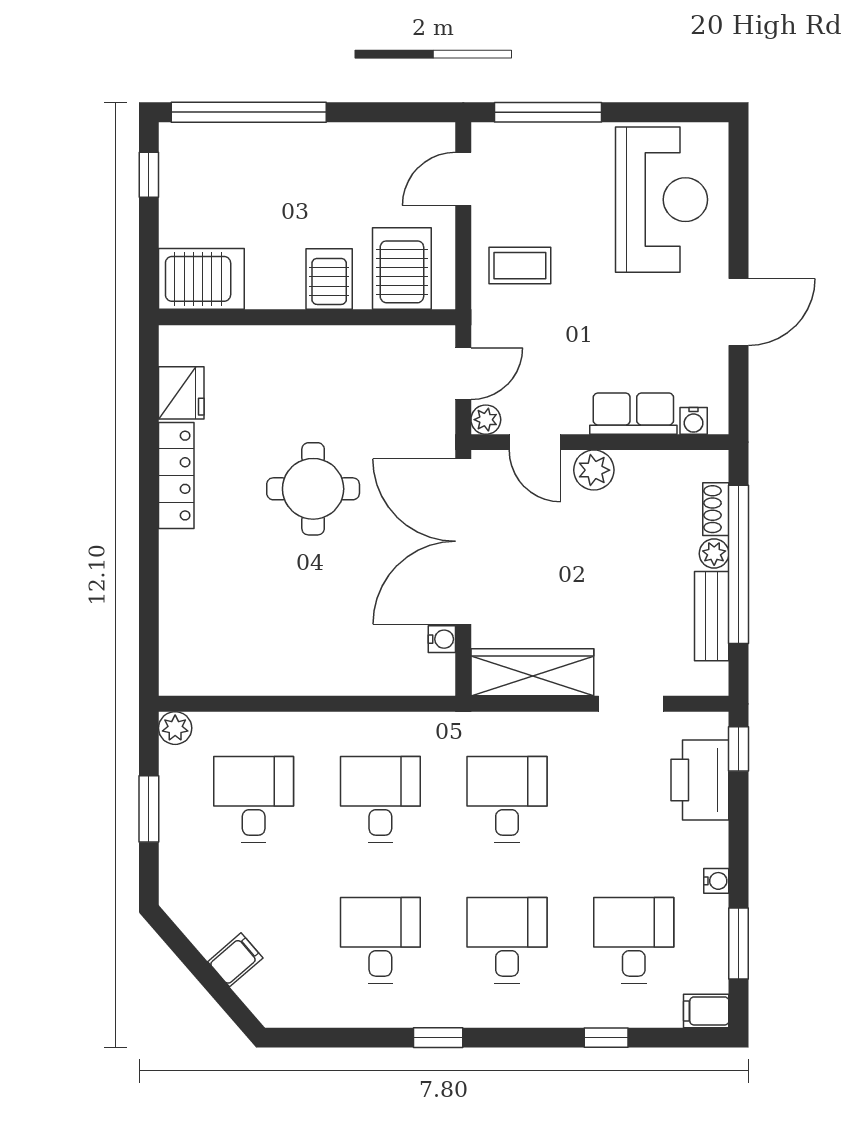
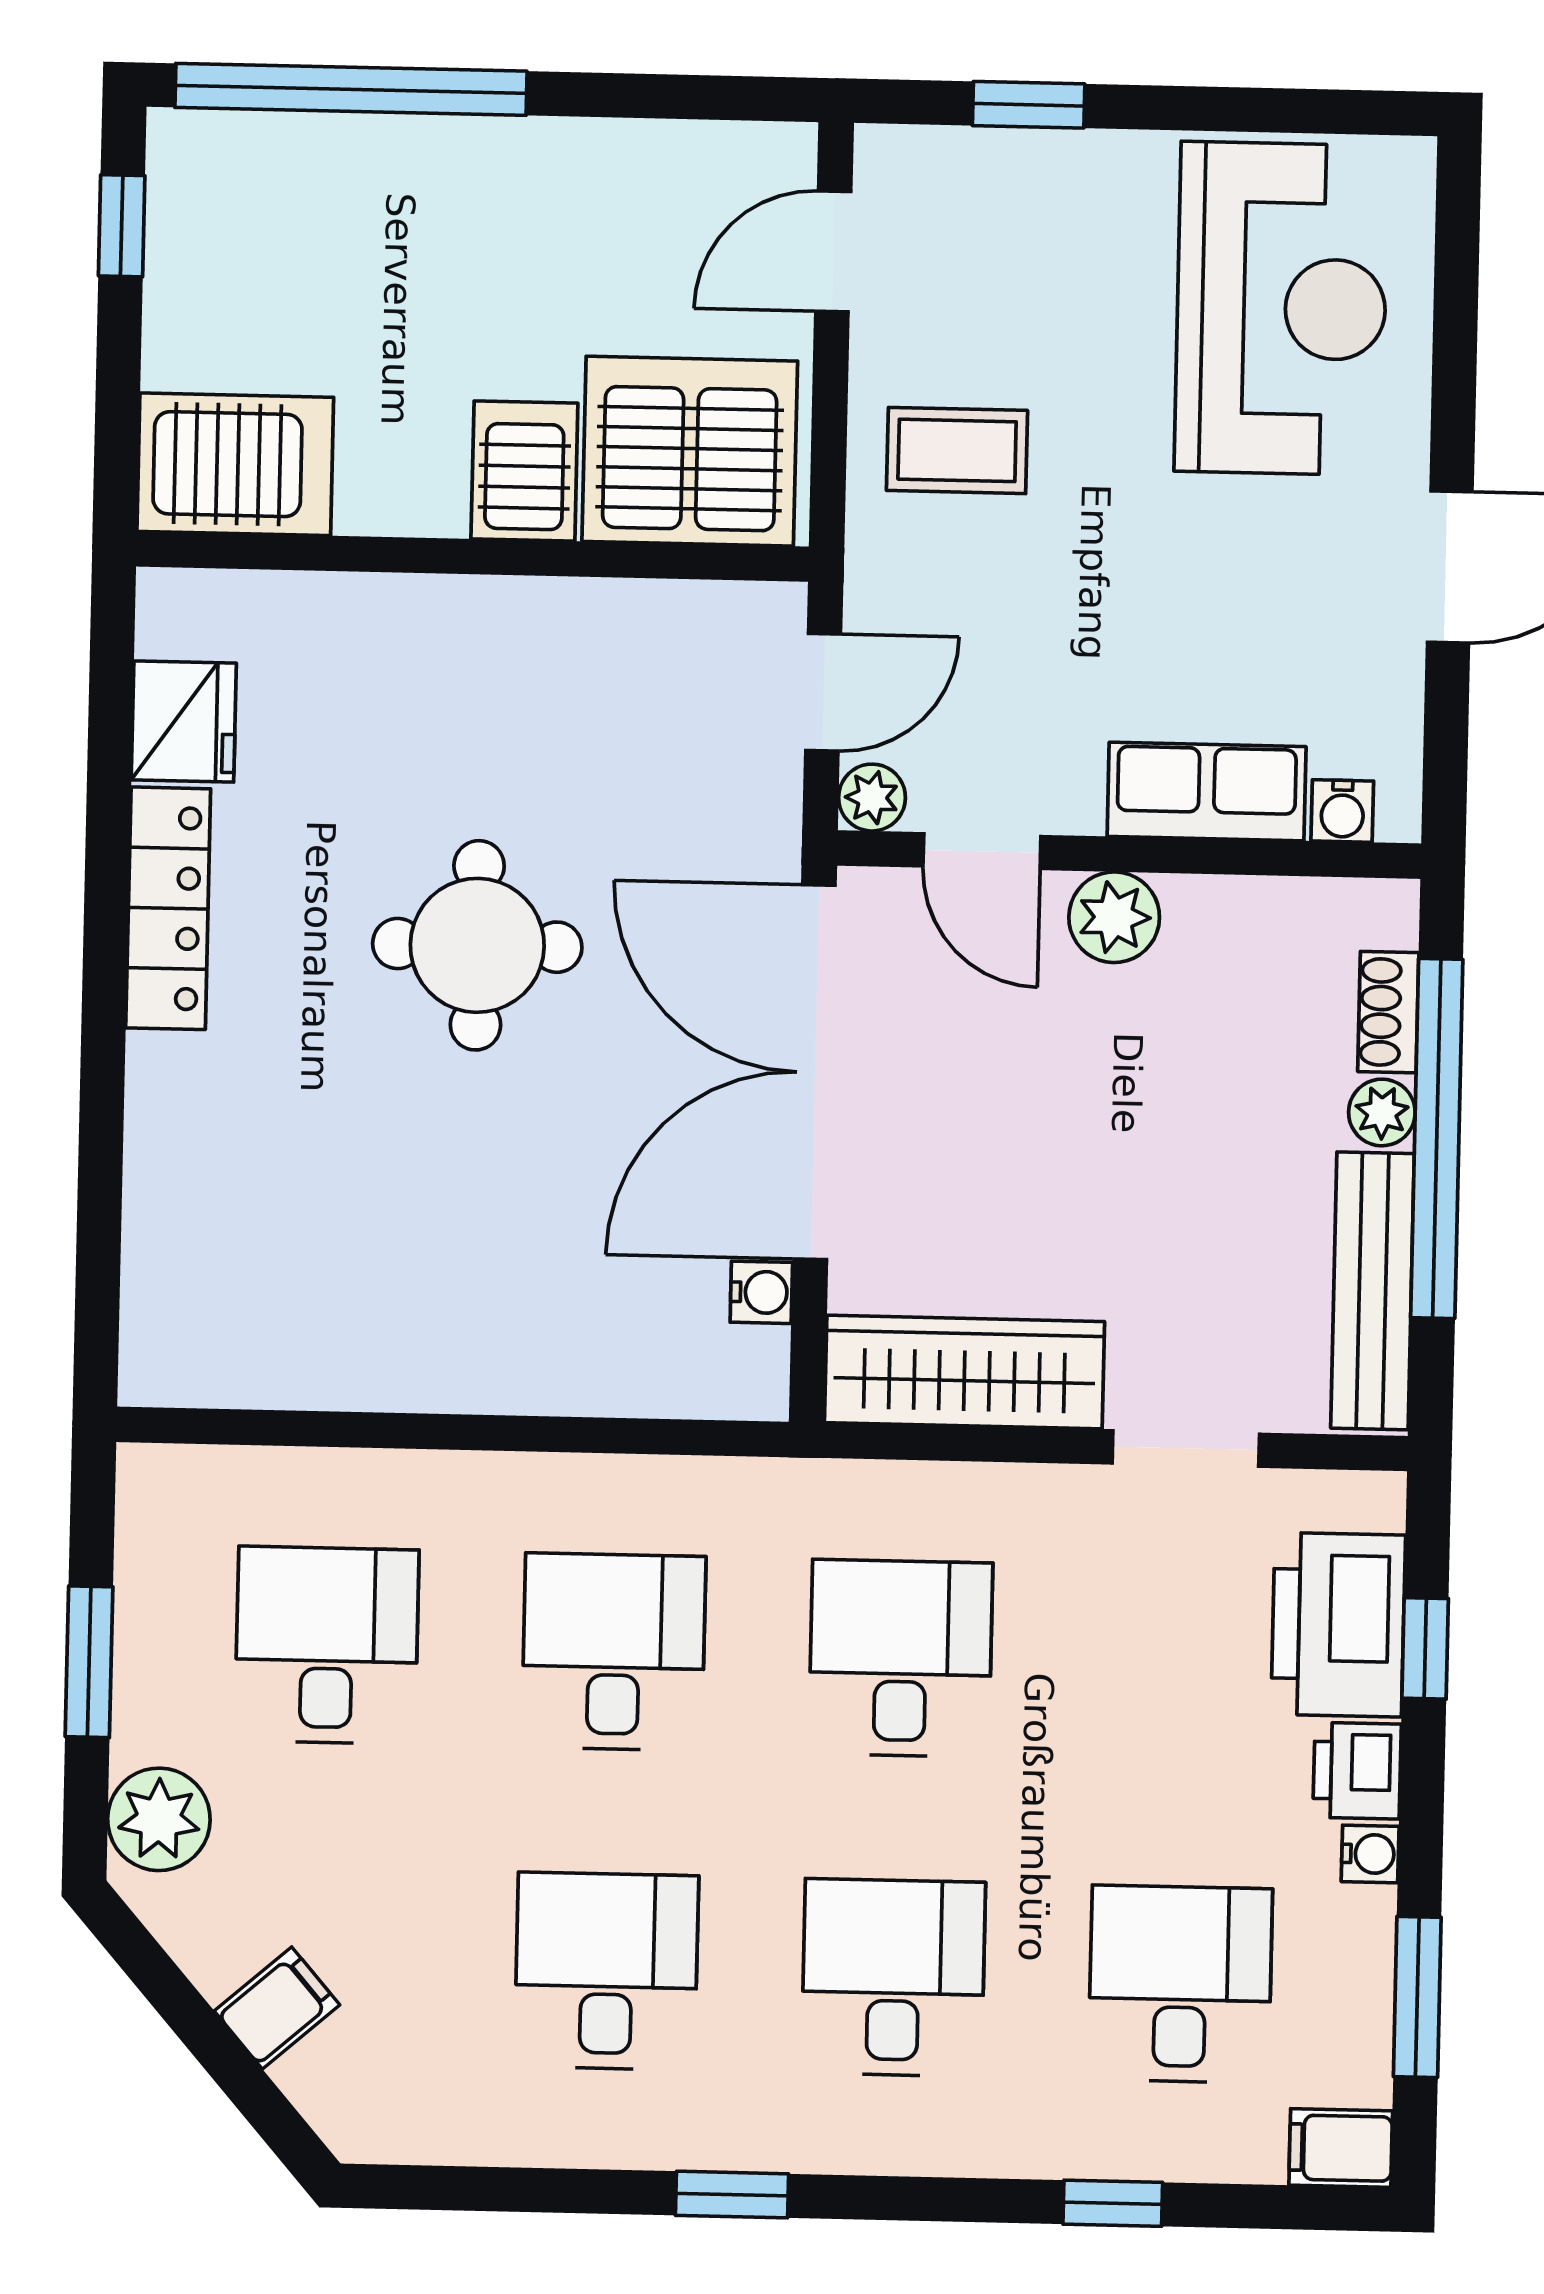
window: (548, 112) -> (1029, 105), width x0.46
server rack: (402, 269) -> (690, 451), width x1.60
bench: (712, 616) -> (1372, 1291), width x1.36
plant: (175, 728) -> (159, 1819), moved, width x1.38, depth x1.38
window: (739, 749) -> (1425, 1648), moved
printer: (710, 844) -> (1357, 1771), added

